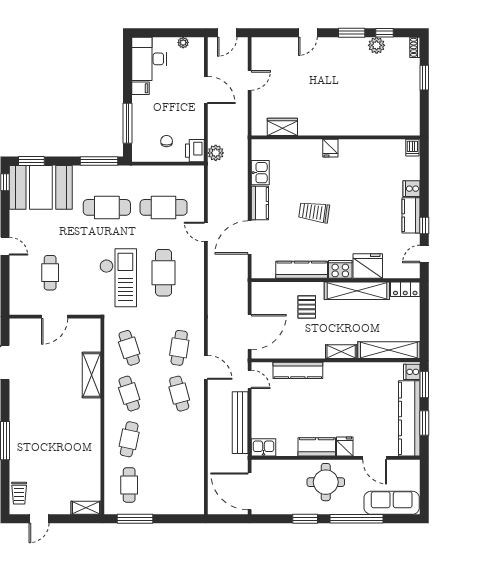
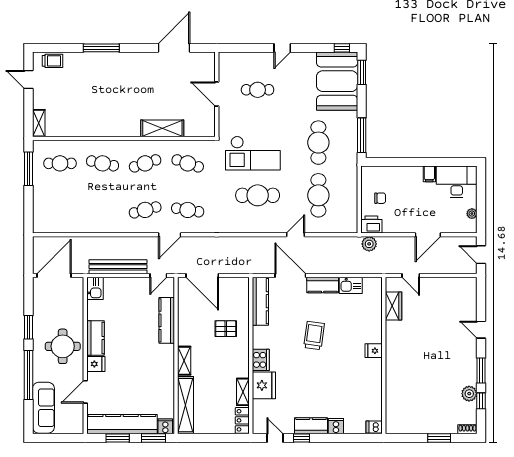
door: (250, 80) -> (411, 276), moved
window: (128, 123) -> (397, 162), removed
kitchen counter: (302, 270) -> (260, 301), moved
shelving: (357, 291) -> (243, 392), width x0.45, depth x0.75
cafe table: (129, 348) -> (188, 163), turned 36
trolley: (19, 493) -> (52, 61), turned 180

